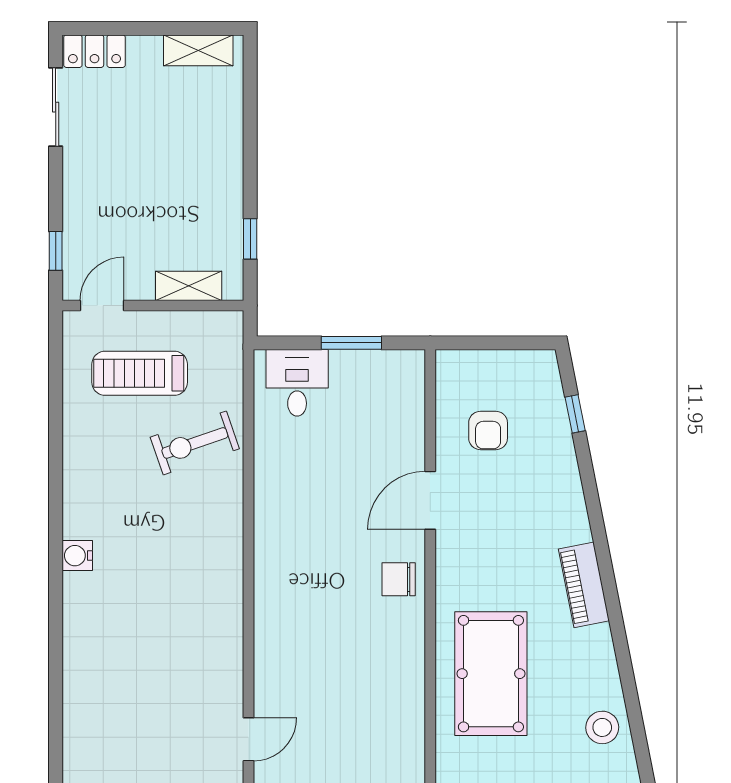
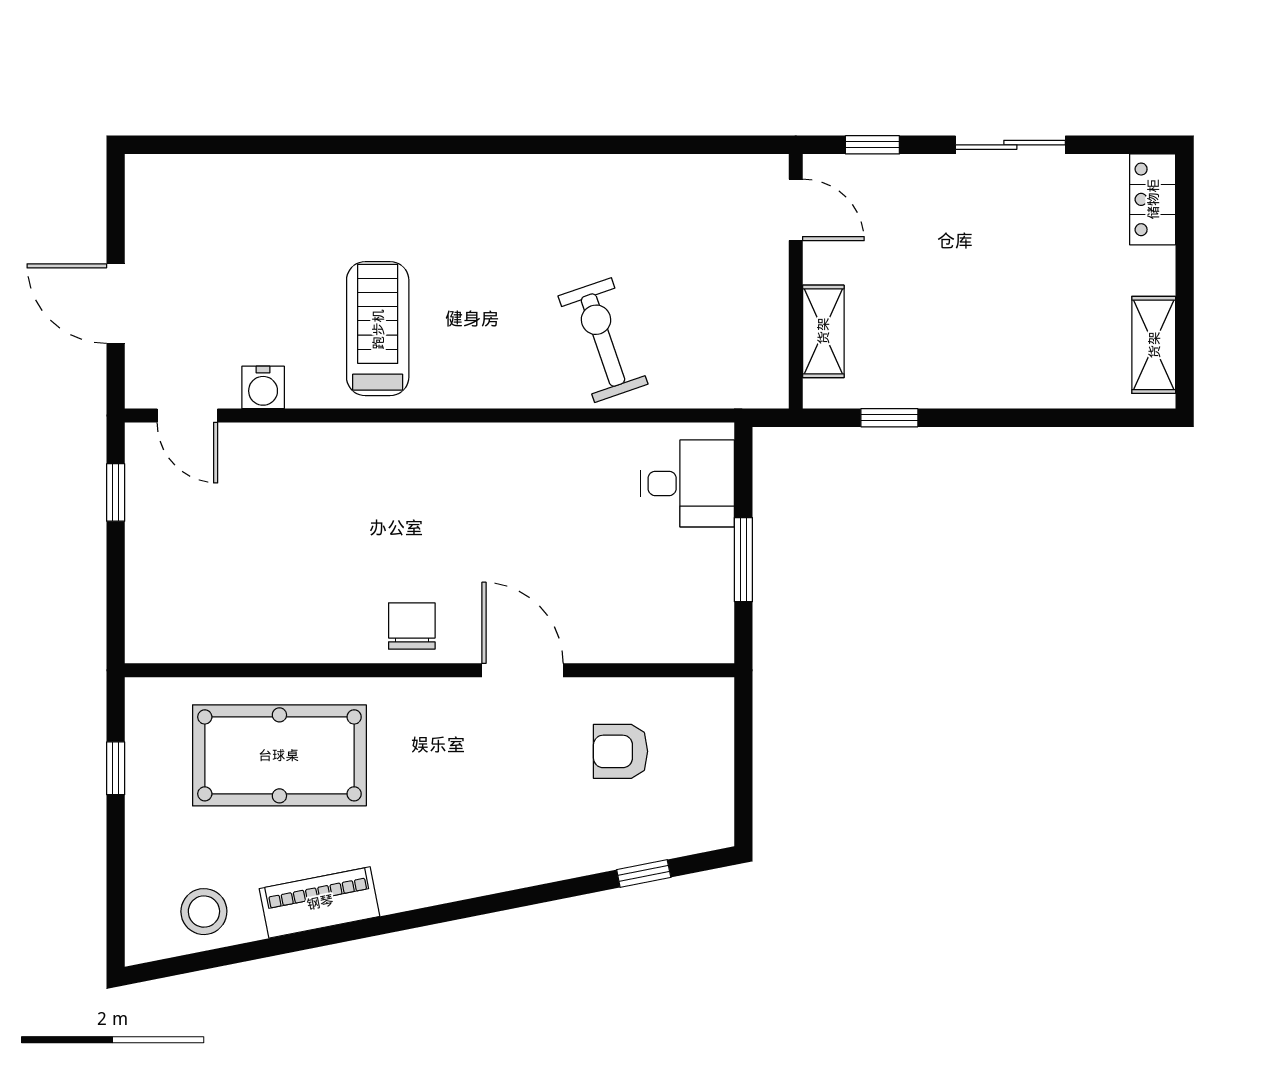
sliding door: (56, 107) -> (1010, 145), moved
treadmill: (140, 373) -> (378, 329), moved
water cooler: (77, 556) -> (263, 387), moved, turned 180
piano: (584, 585) -> (320, 902), moved

